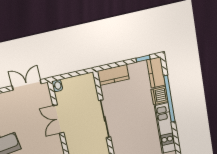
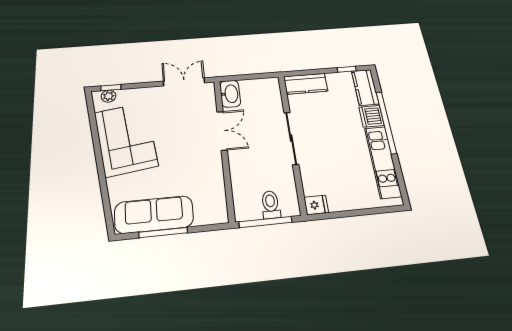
washbasin: (57, 86) -> (230, 94), width x1.91, depth x1.45
double door: (58, 119) -> (222, 131), swing flipped

